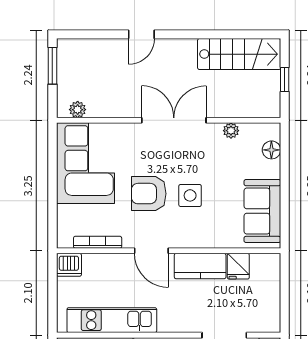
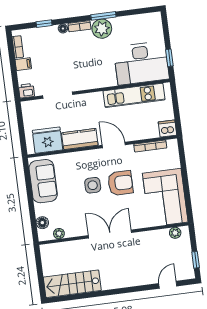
door: (141, 34) -> (168, 285), moved
window: (52, 66) -> (196, 260), width x0.67
window: (285, 80) -> (40, 271), removed
double door: (174, 120) -> (110, 234), swing flipped
plant: (231, 131) -> (59, 234), moved
fridge: (238, 266) -> (48, 140), width x1.88, depth x1.34

